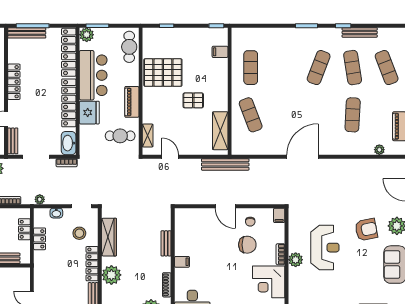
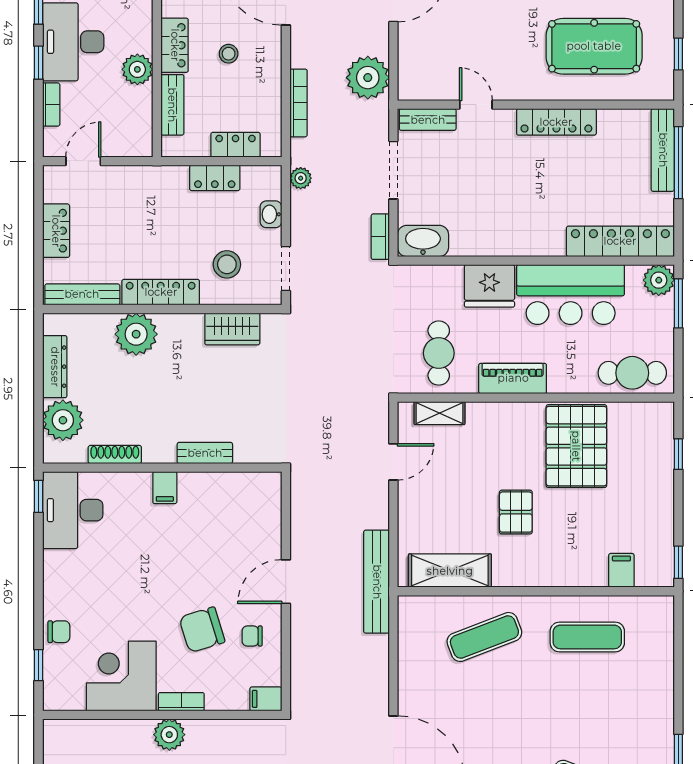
locker: (69, 103) -> (511, 241), removed
wardrobe: (109, 237) -> (232, 329), width x0.67
chair: (247, 245) -> (202, 630), turned 73

